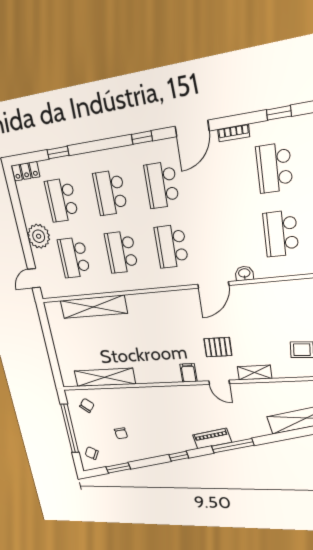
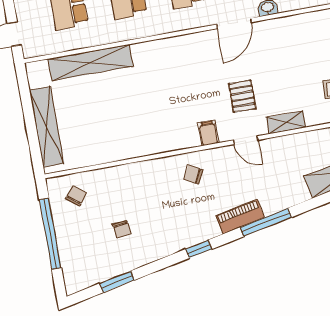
pallet: (218, 347) -> (242, 96), turned 90
shelving: (105, 377) -> (47, 127), moved, turned 90
chair: (92, 453) -> (193, 174), moved

